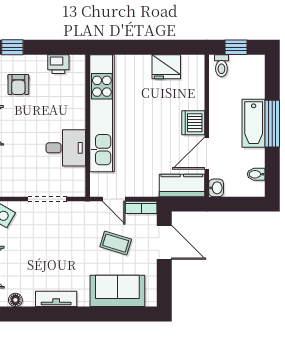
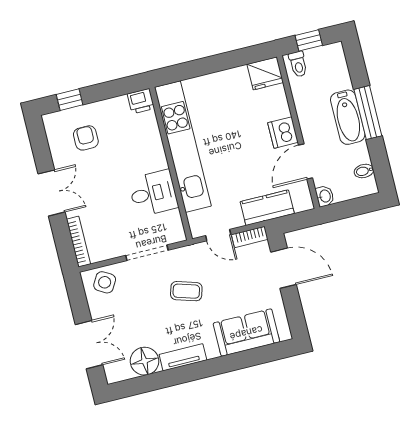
printer: (58, 64) -> (141, 101), moved
fridge: (166, 67) -> (265, 73), moved
armchair: (18, 85) -> (86, 138), turned 180
kitchen counter: (182, 185) -> (267, 208), moved
coffee table: (116, 243) -> (186, 291), moved
floor lamp: (15, 300) -> (145, 361), width x1.89, depth x1.89

